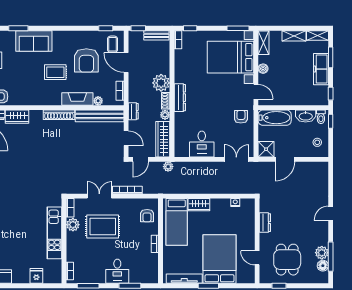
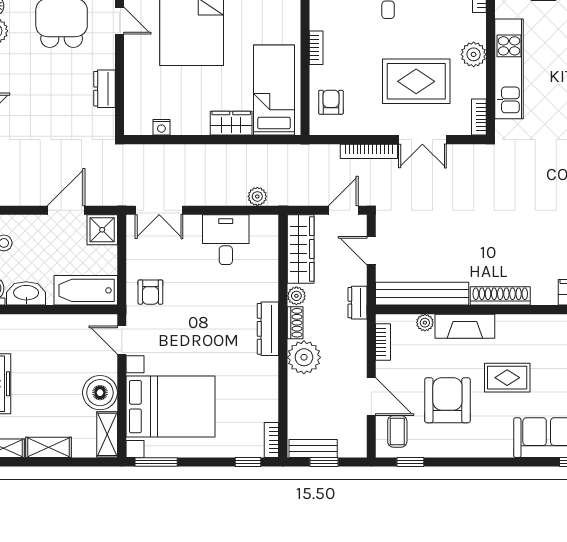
window: (138, 28) -> (324, 462), moved
boiler: (263, 69) -> (100, 393), width x1.86, depth x1.86
plant: (168, 167) -> (257, 196), moved
plant: (73, 225) -> (474, 54), moved

